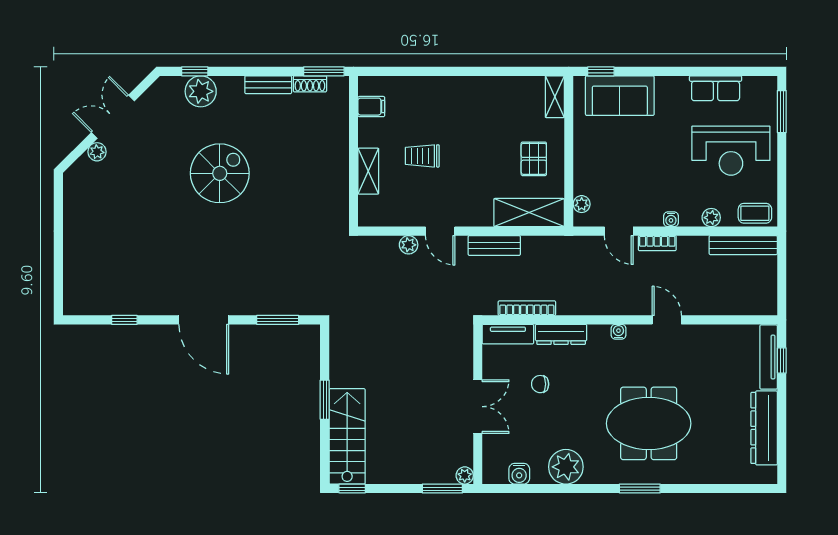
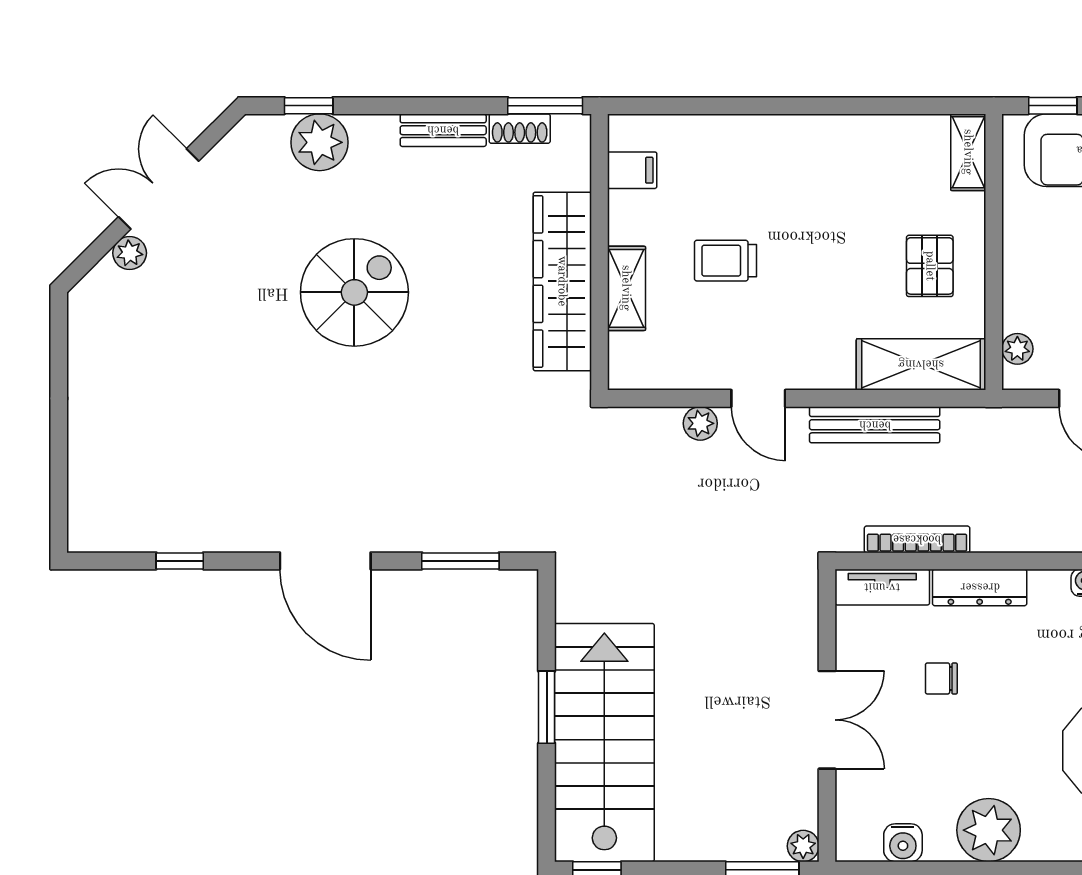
wardrobe: (333, 167) -> (562, 281), added
bench: (494, 245) -> (875, 425), width x1.36
stairs: (347, 436) -> (604, 743), width x1.36, depth x1.51

